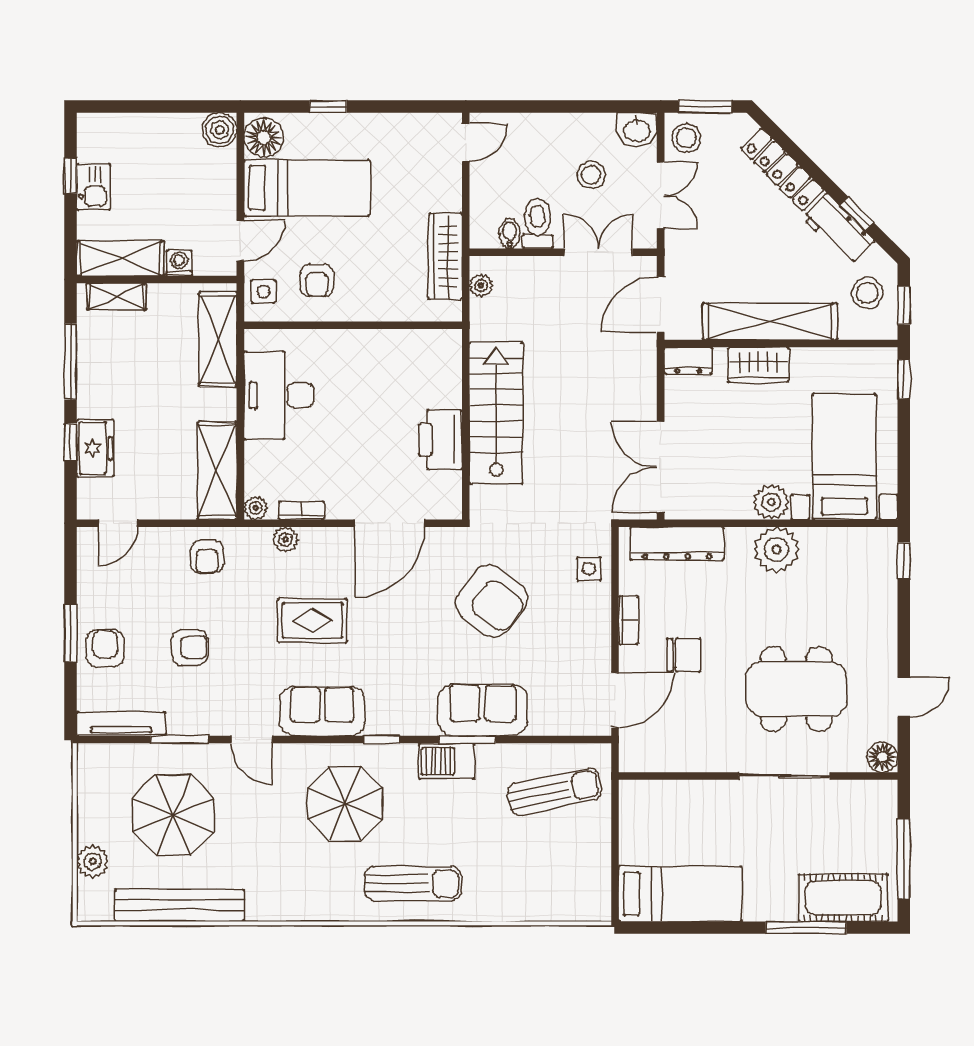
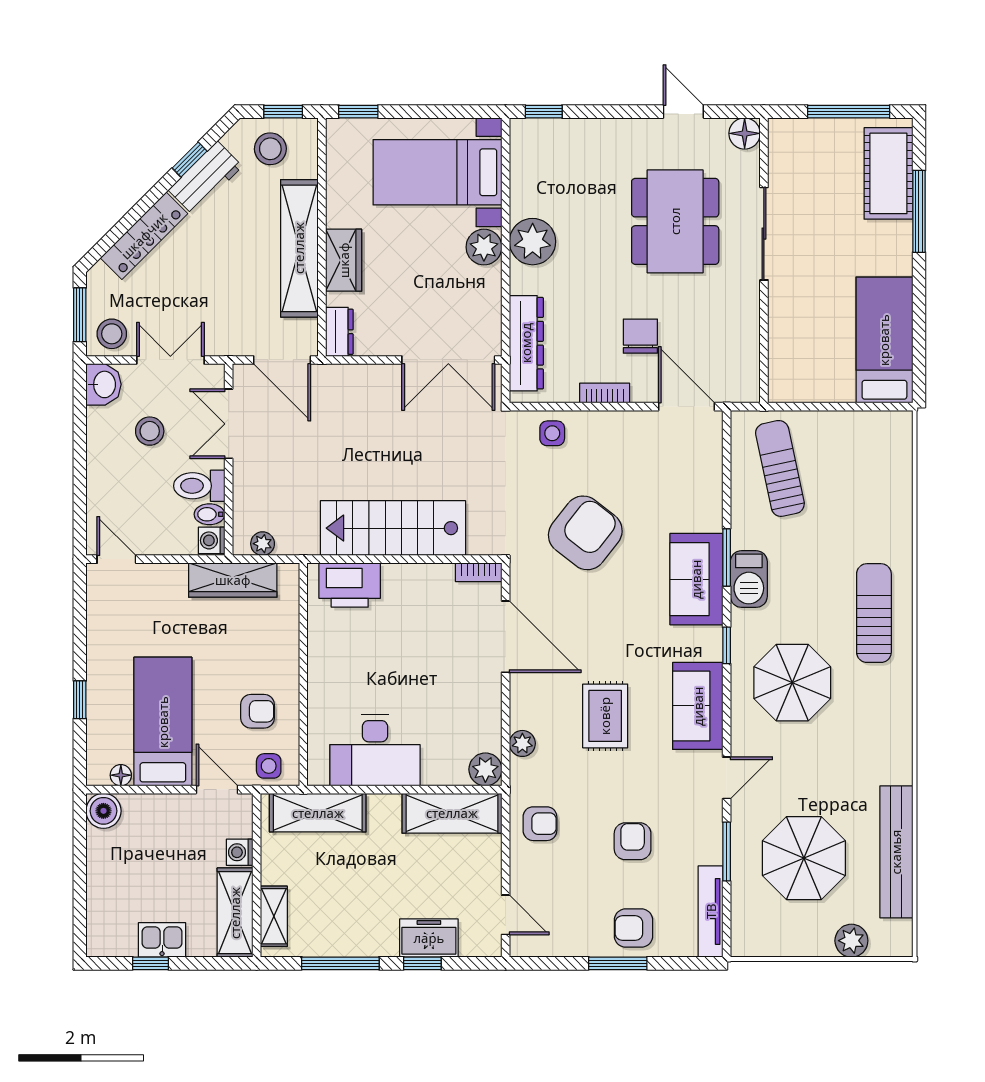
floor lamp: (264, 138) -> (121, 775), width x0.53, depth x0.53
washing machine: (484, 236) -> (212, 540), added
printer: (440, 440) -> (350, 585), moved
plant: (256, 508) -> (485, 769), width x1.38, depth x1.38
bookcase: (301, 510) -> (479, 572), moved, turned -90
sofa: (483, 710) -> (696, 579), moved

